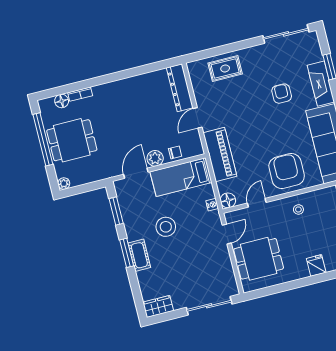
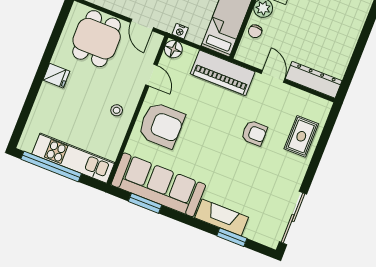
armchair: (282, 94) -> (254, 133), moved
fridge: (316, 265) -> (56, 76), moved

